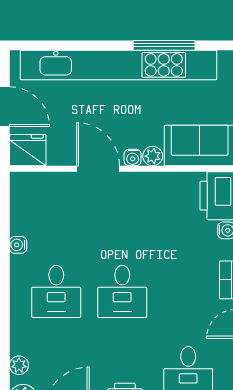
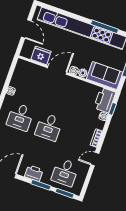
fridge: (28, 150) -> (41, 55), moved
door: (98, 169) -> (57, 70), hinge flipped

